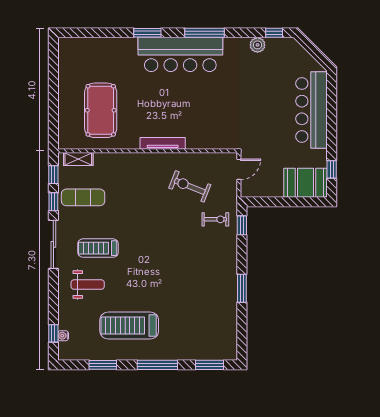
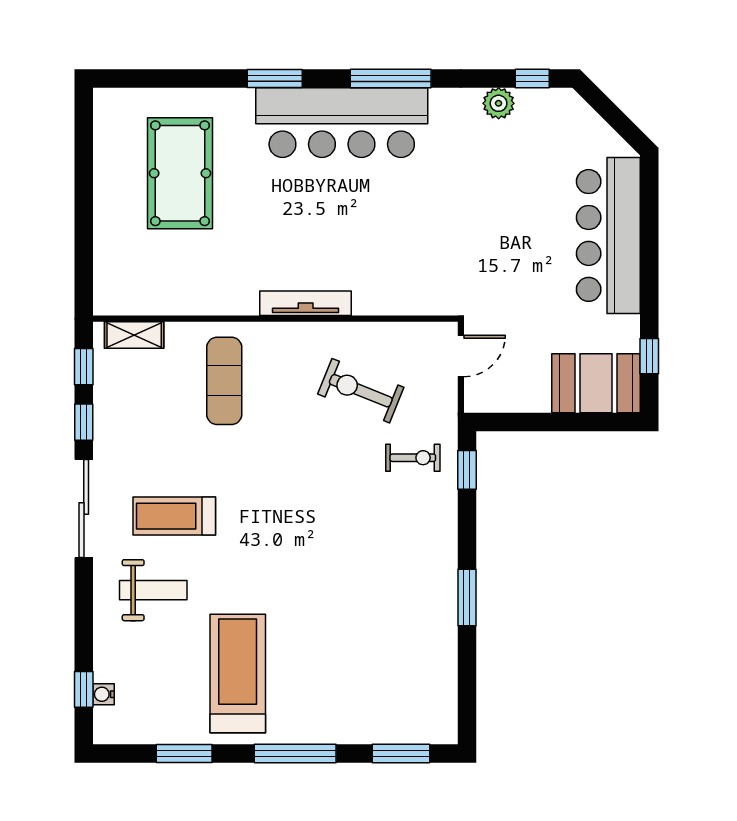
pool table: (101, 110) -> (180, 173), moved
exercise mat: (83, 197) -> (224, 381), moved, turned 90
treadmill: (129, 326) -> (238, 673), turned 90

